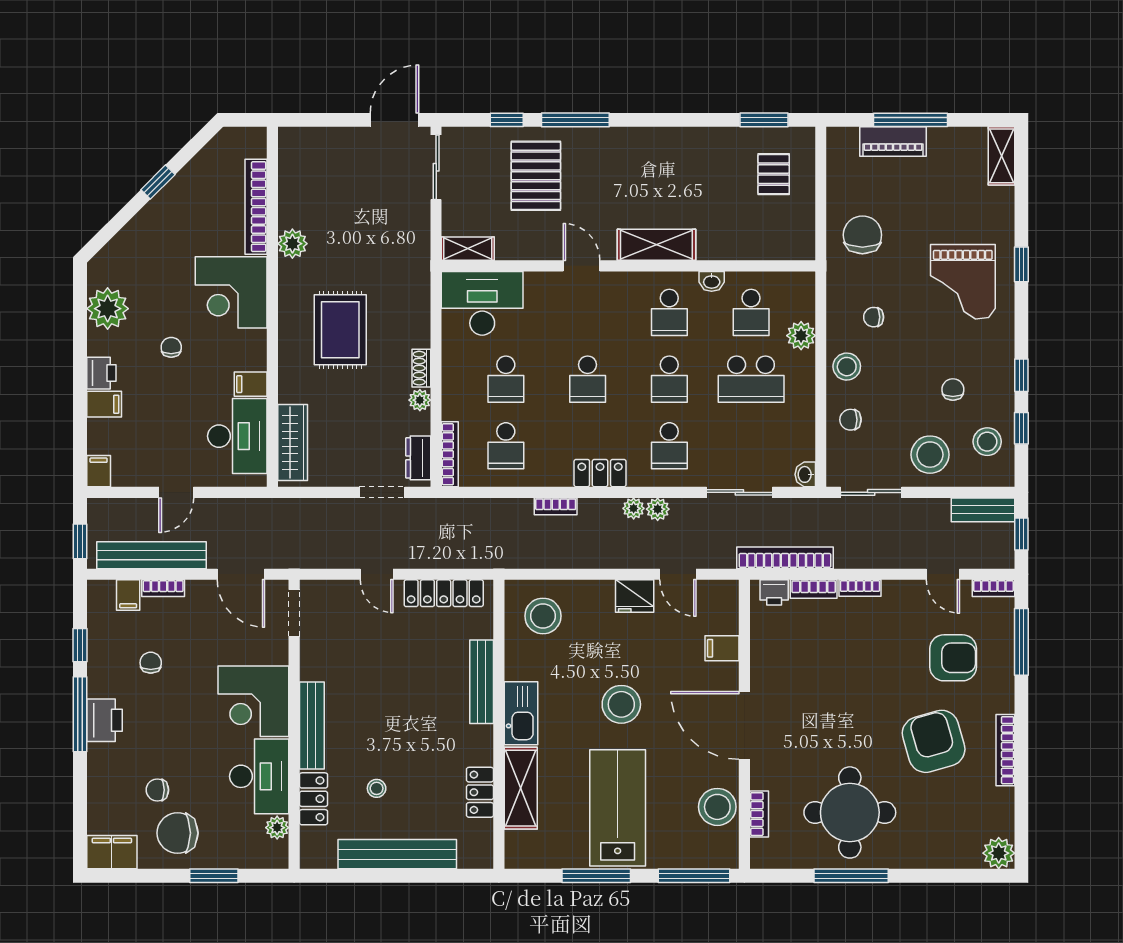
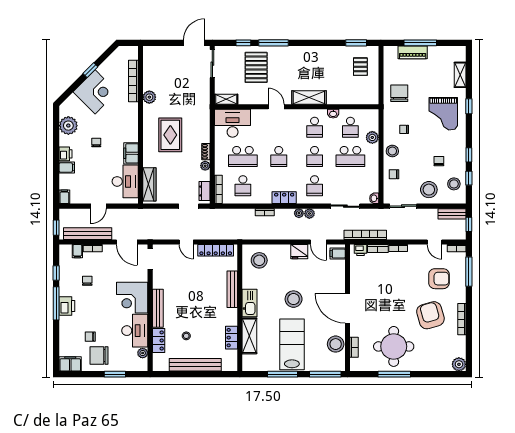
shelving: (1001, 156) -> (460, 75), moved
corner desk: (231, 292) -> (95, 92), moved, turned -135
school desk: (506, 379) -> (243, 156), width x1.85
filing cabinet: (251, 384) -> (131, 153), width x2.00
filing cabinet: (722, 648) -> (338, 254), moved

